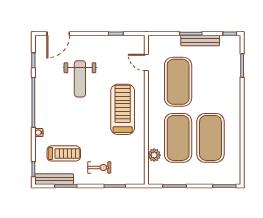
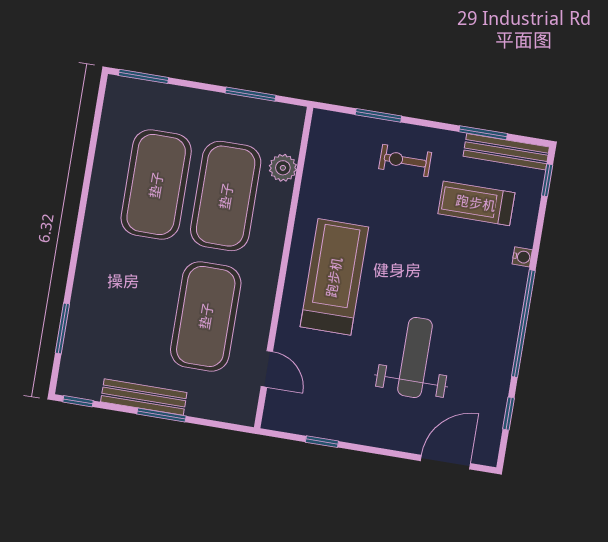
treadmill: (123, 109) -> (334, 277), turned 180

